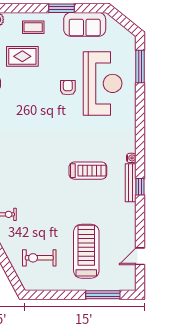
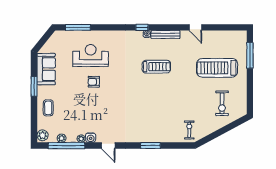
rug: (22, 56) -> (70, 116), removed
reception desk: (103, 83) -> (91, 56), width x0.74, depth x0.77
treadmill: (88, 171) -> (156, 67), turned 90
window: (140, 187) -> (142, 27), moved
door: (140, 256) -> (195, 27), moved

